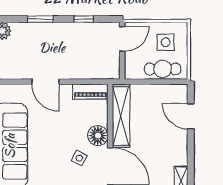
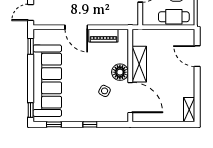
piano: (90, 92) -> (103, 36), moved
shelving: (121, 116) -> (139, 64), width x0.68

